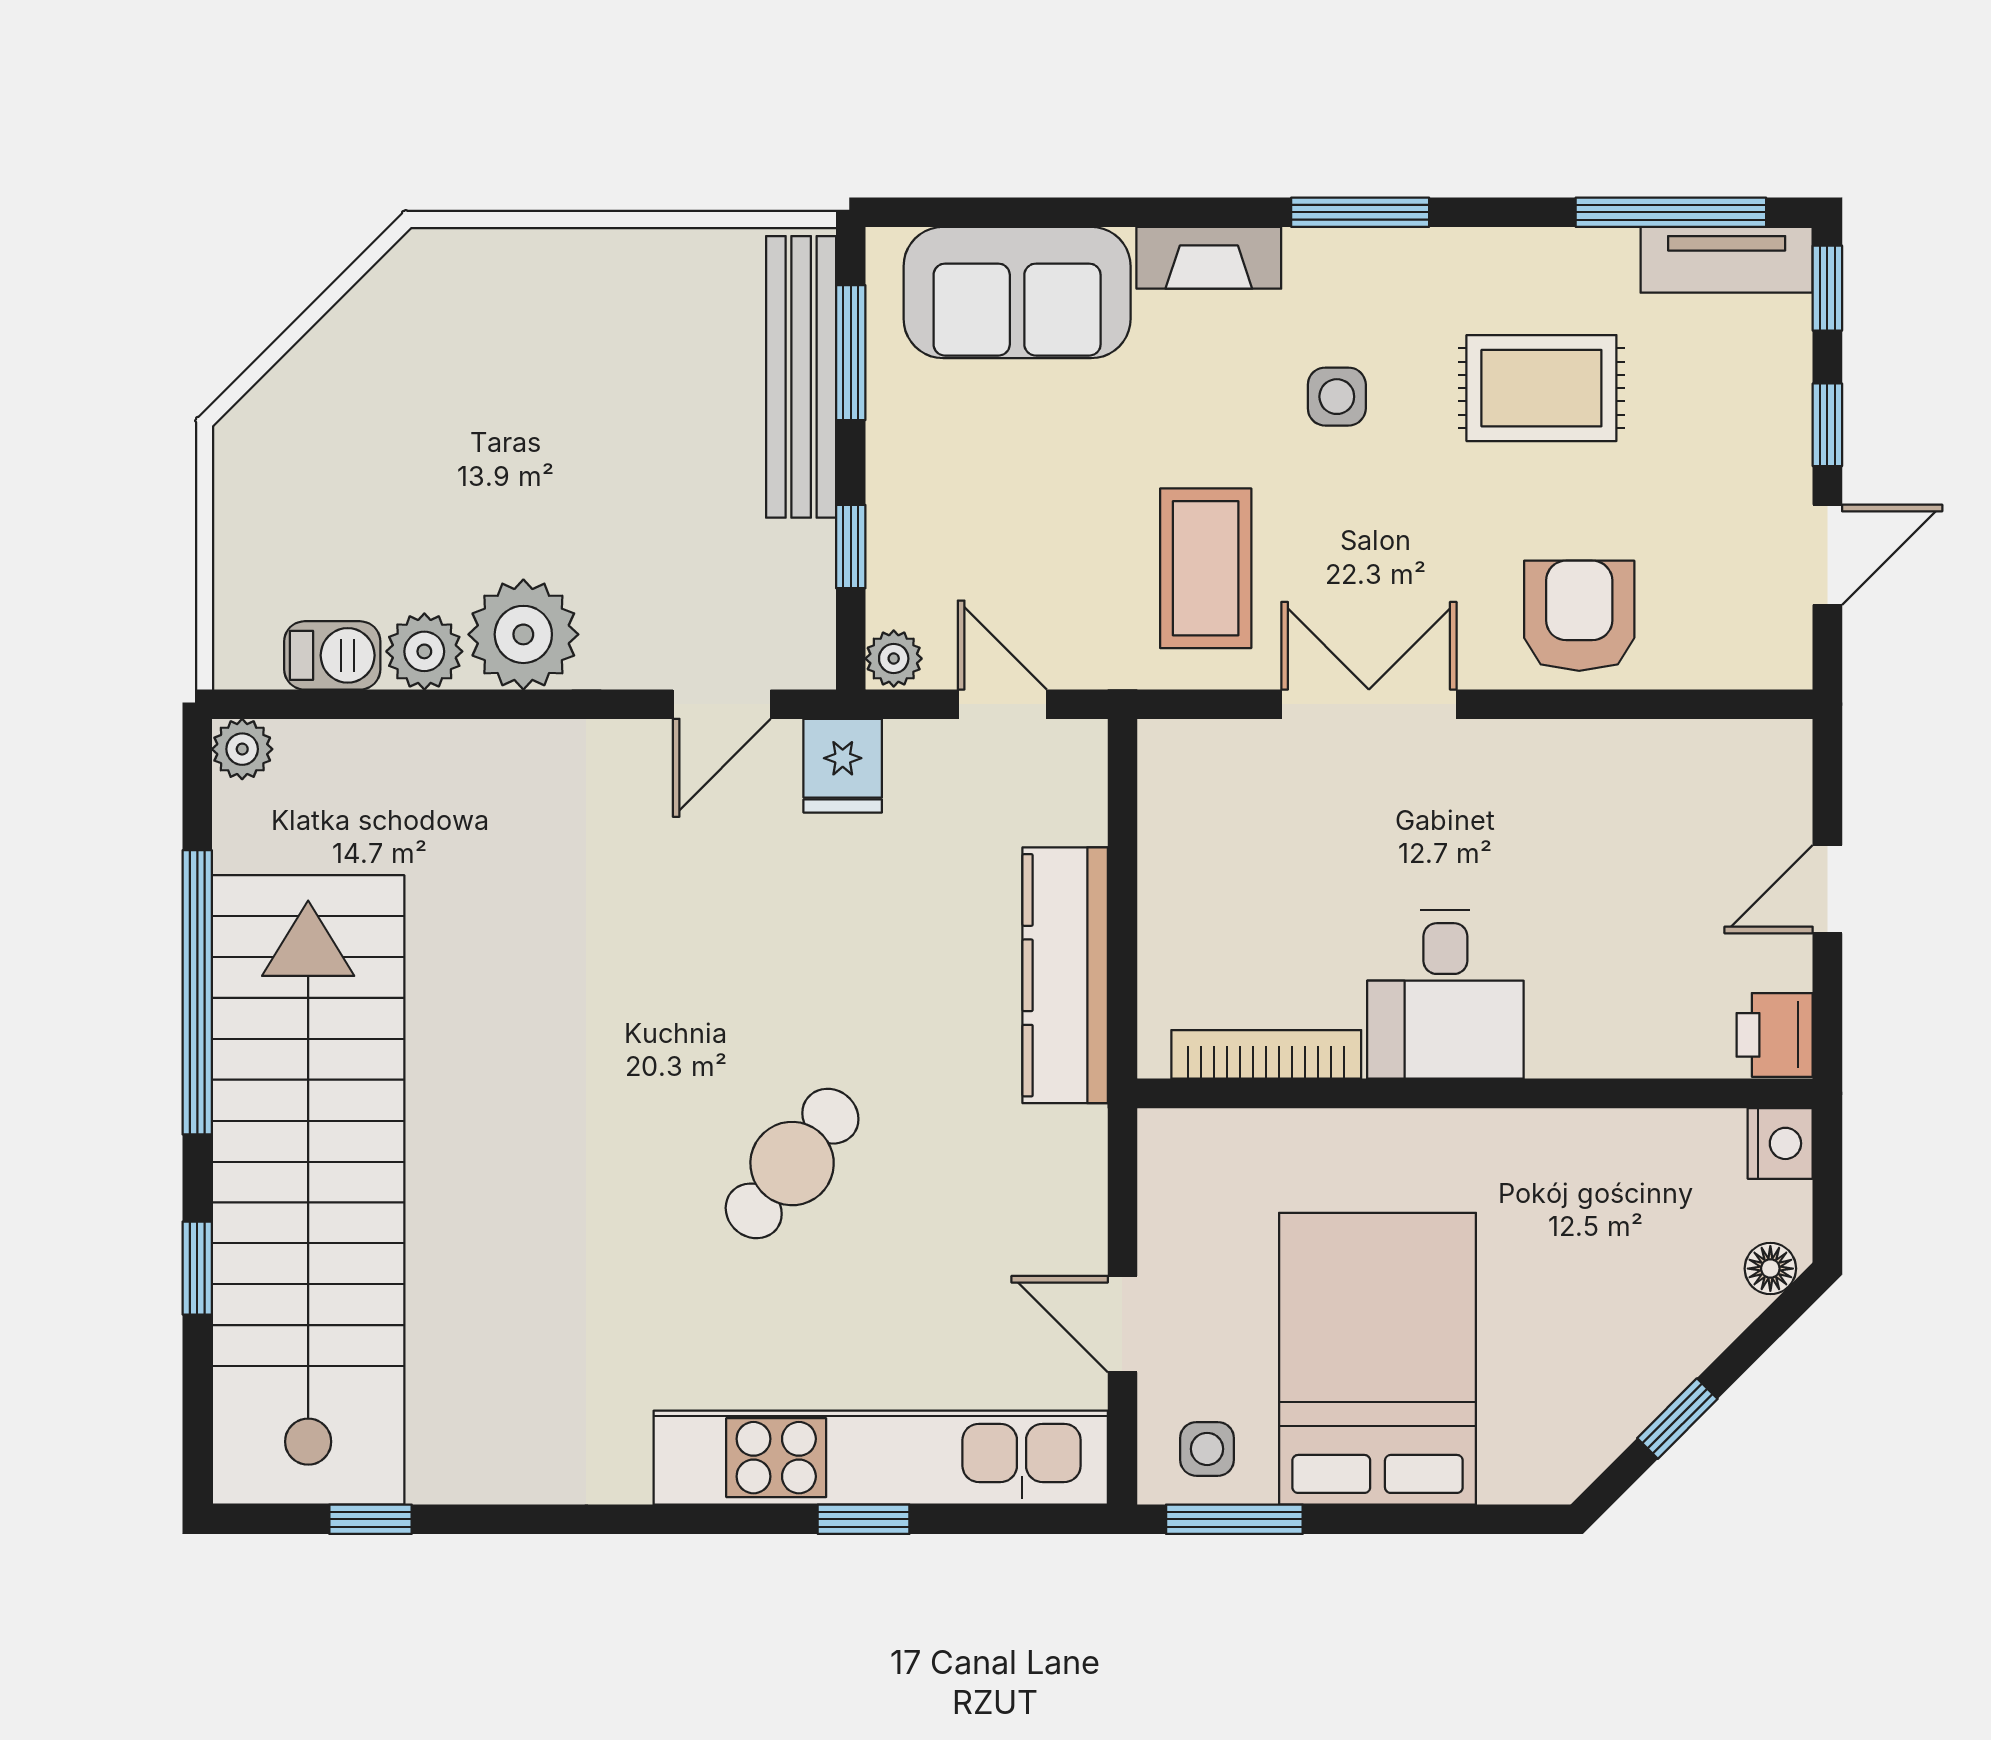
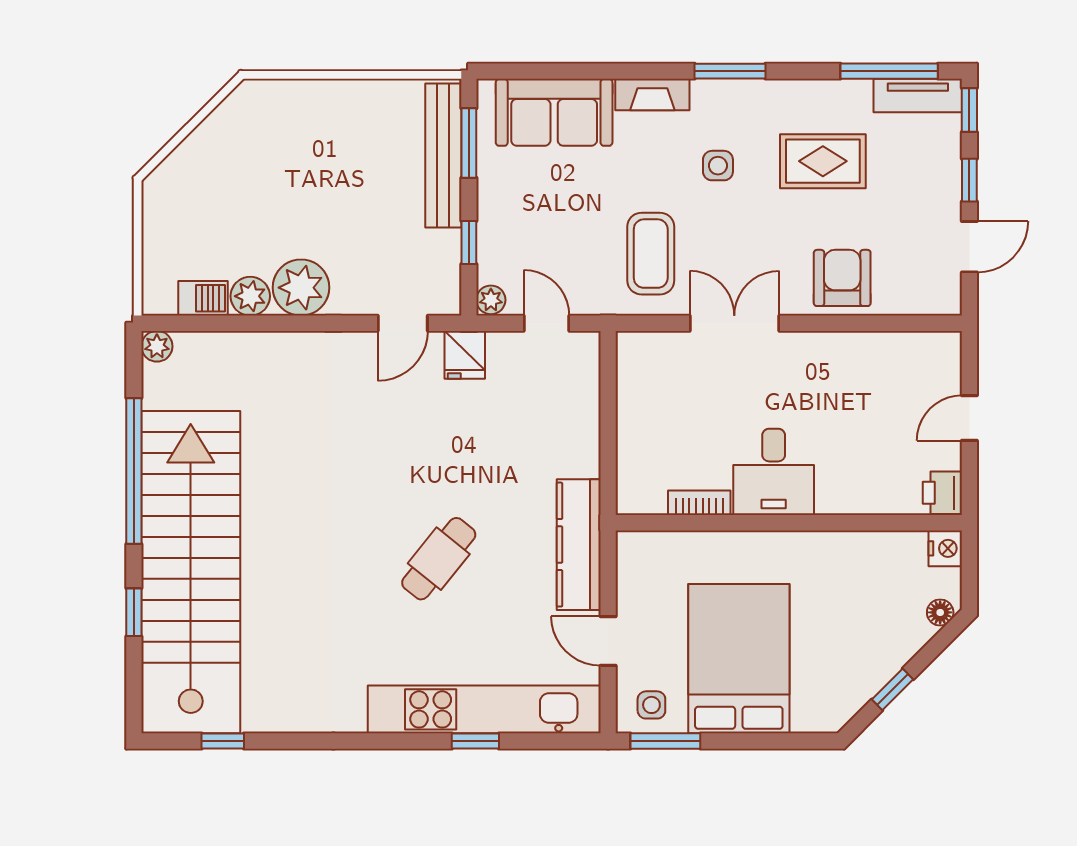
kitchen counter: (1065, 975) -> (579, 545), moved
bookcase: (1266, 1054) -> (699, 503), width x0.64

